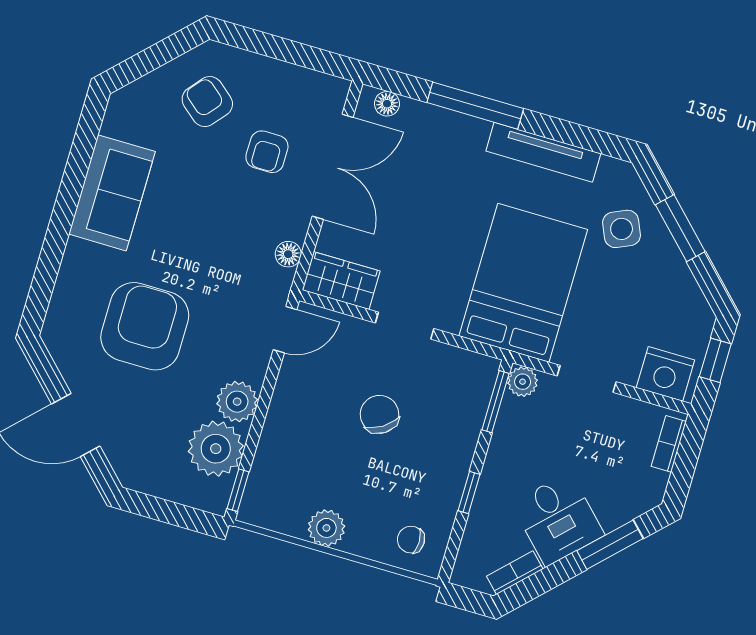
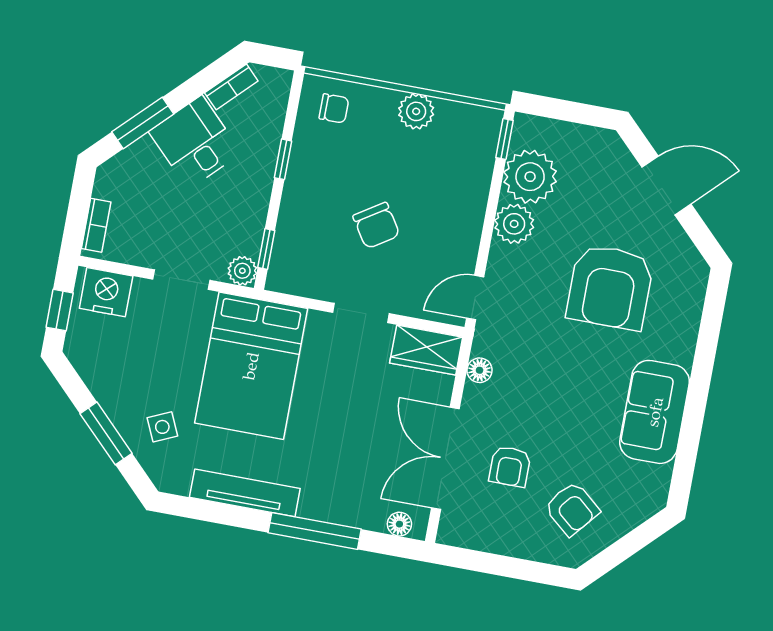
armchair: (267, 152) -> (510, 466), turned 180
side table: (622, 229) -> (162, 427), width x0.73, depth x0.73
window: (496, 402) -> (266, 249), width x0.67

